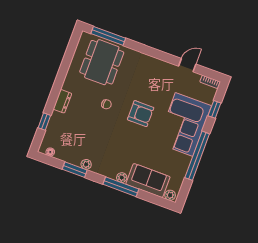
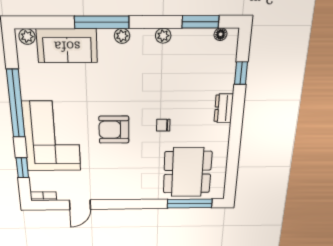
window: (75, 170) -> (200, 22), moved
plant: (122, 178) -> (122, 36), moved

